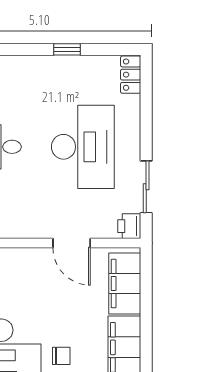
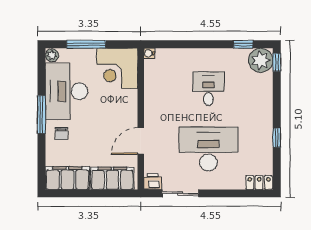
desk: (83, 147) -> (208, 149), turned 180

